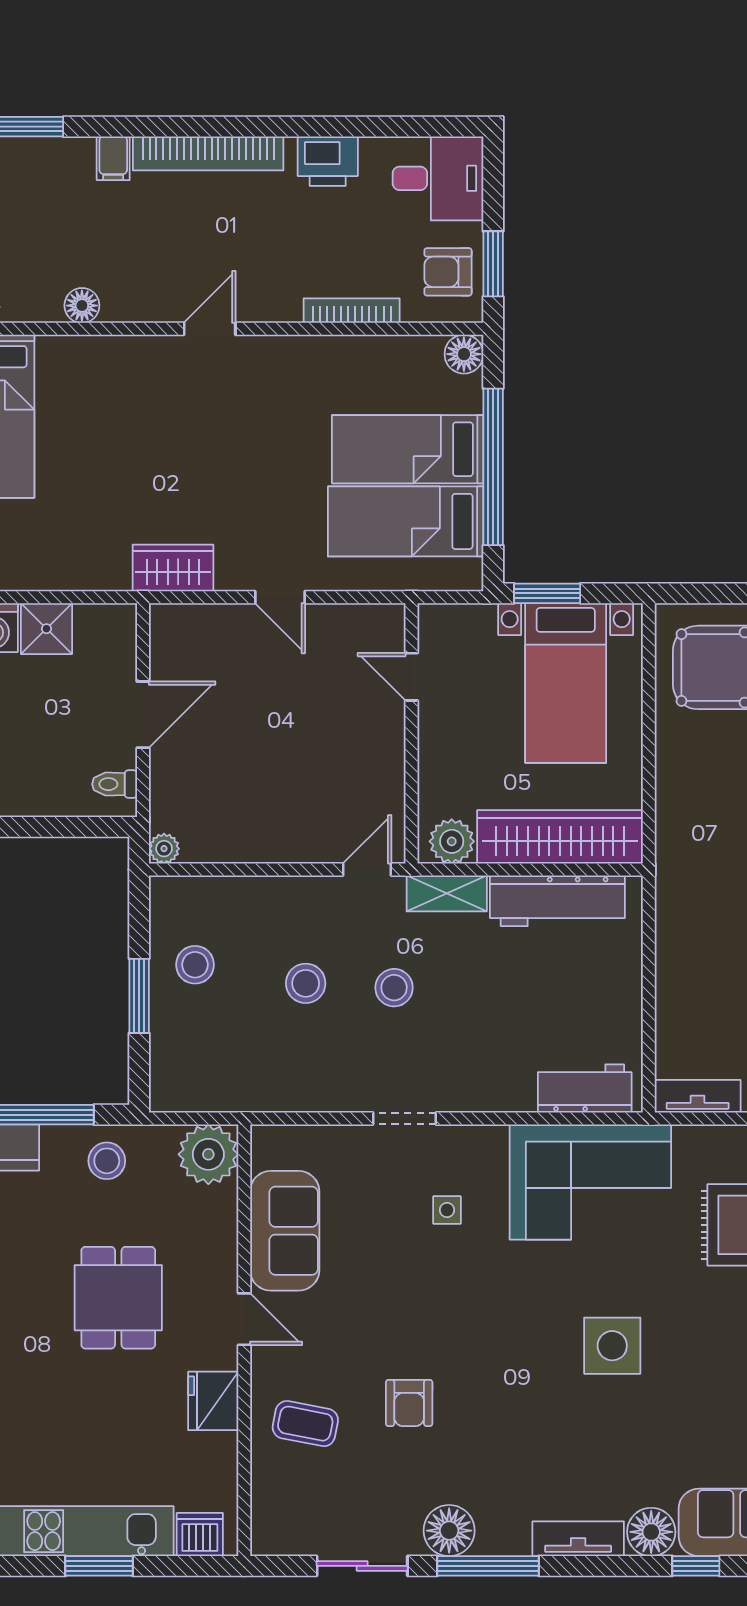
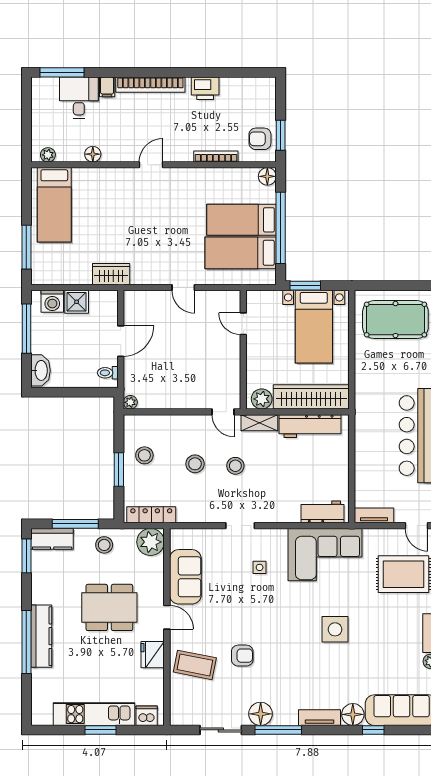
desk: (438, 178) -> (79, 98), moved, turned -90
wardrobe: (173, 568) -> (111, 274), moved
door: (367, 870) -> (223, 412), swing flipped
locker: (210, 1095) -> (151, 515), added
dining table: (118, 1298) -> (109, 607), width x1.38
armchair: (409, 1403) -> (242, 656), turned -90
coffee table: (305, 1424) -> (195, 665), width x1.36, depth x1.30

